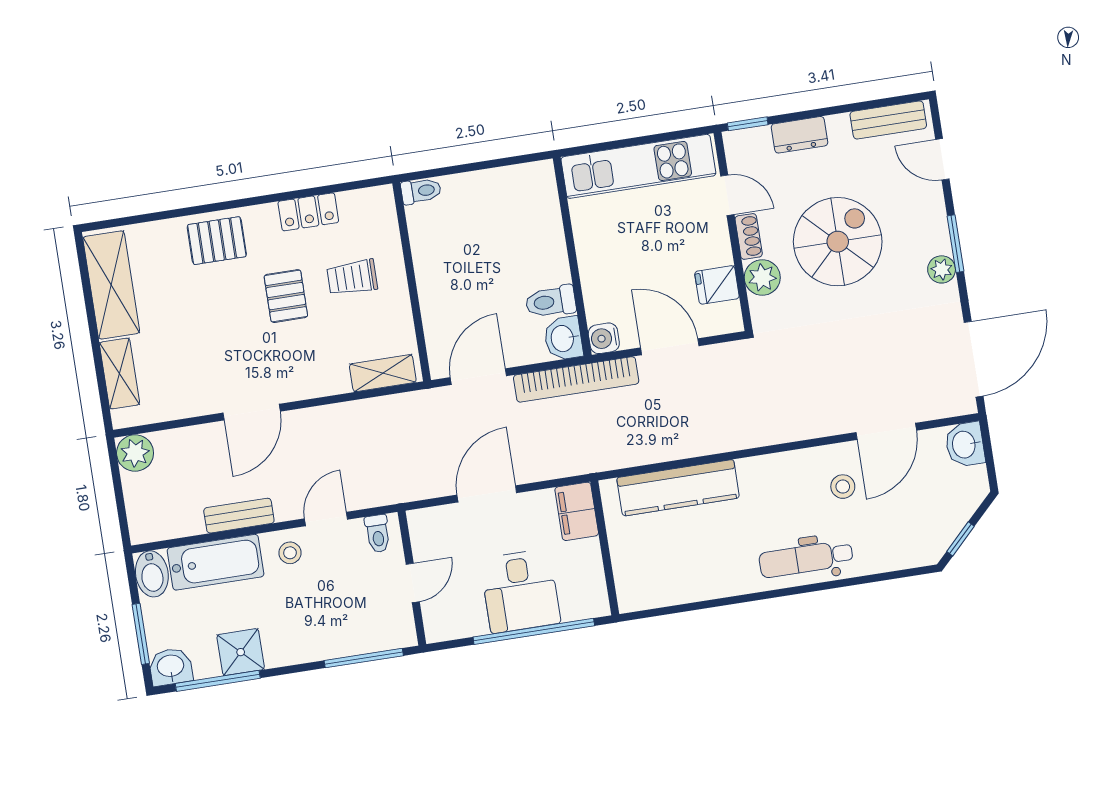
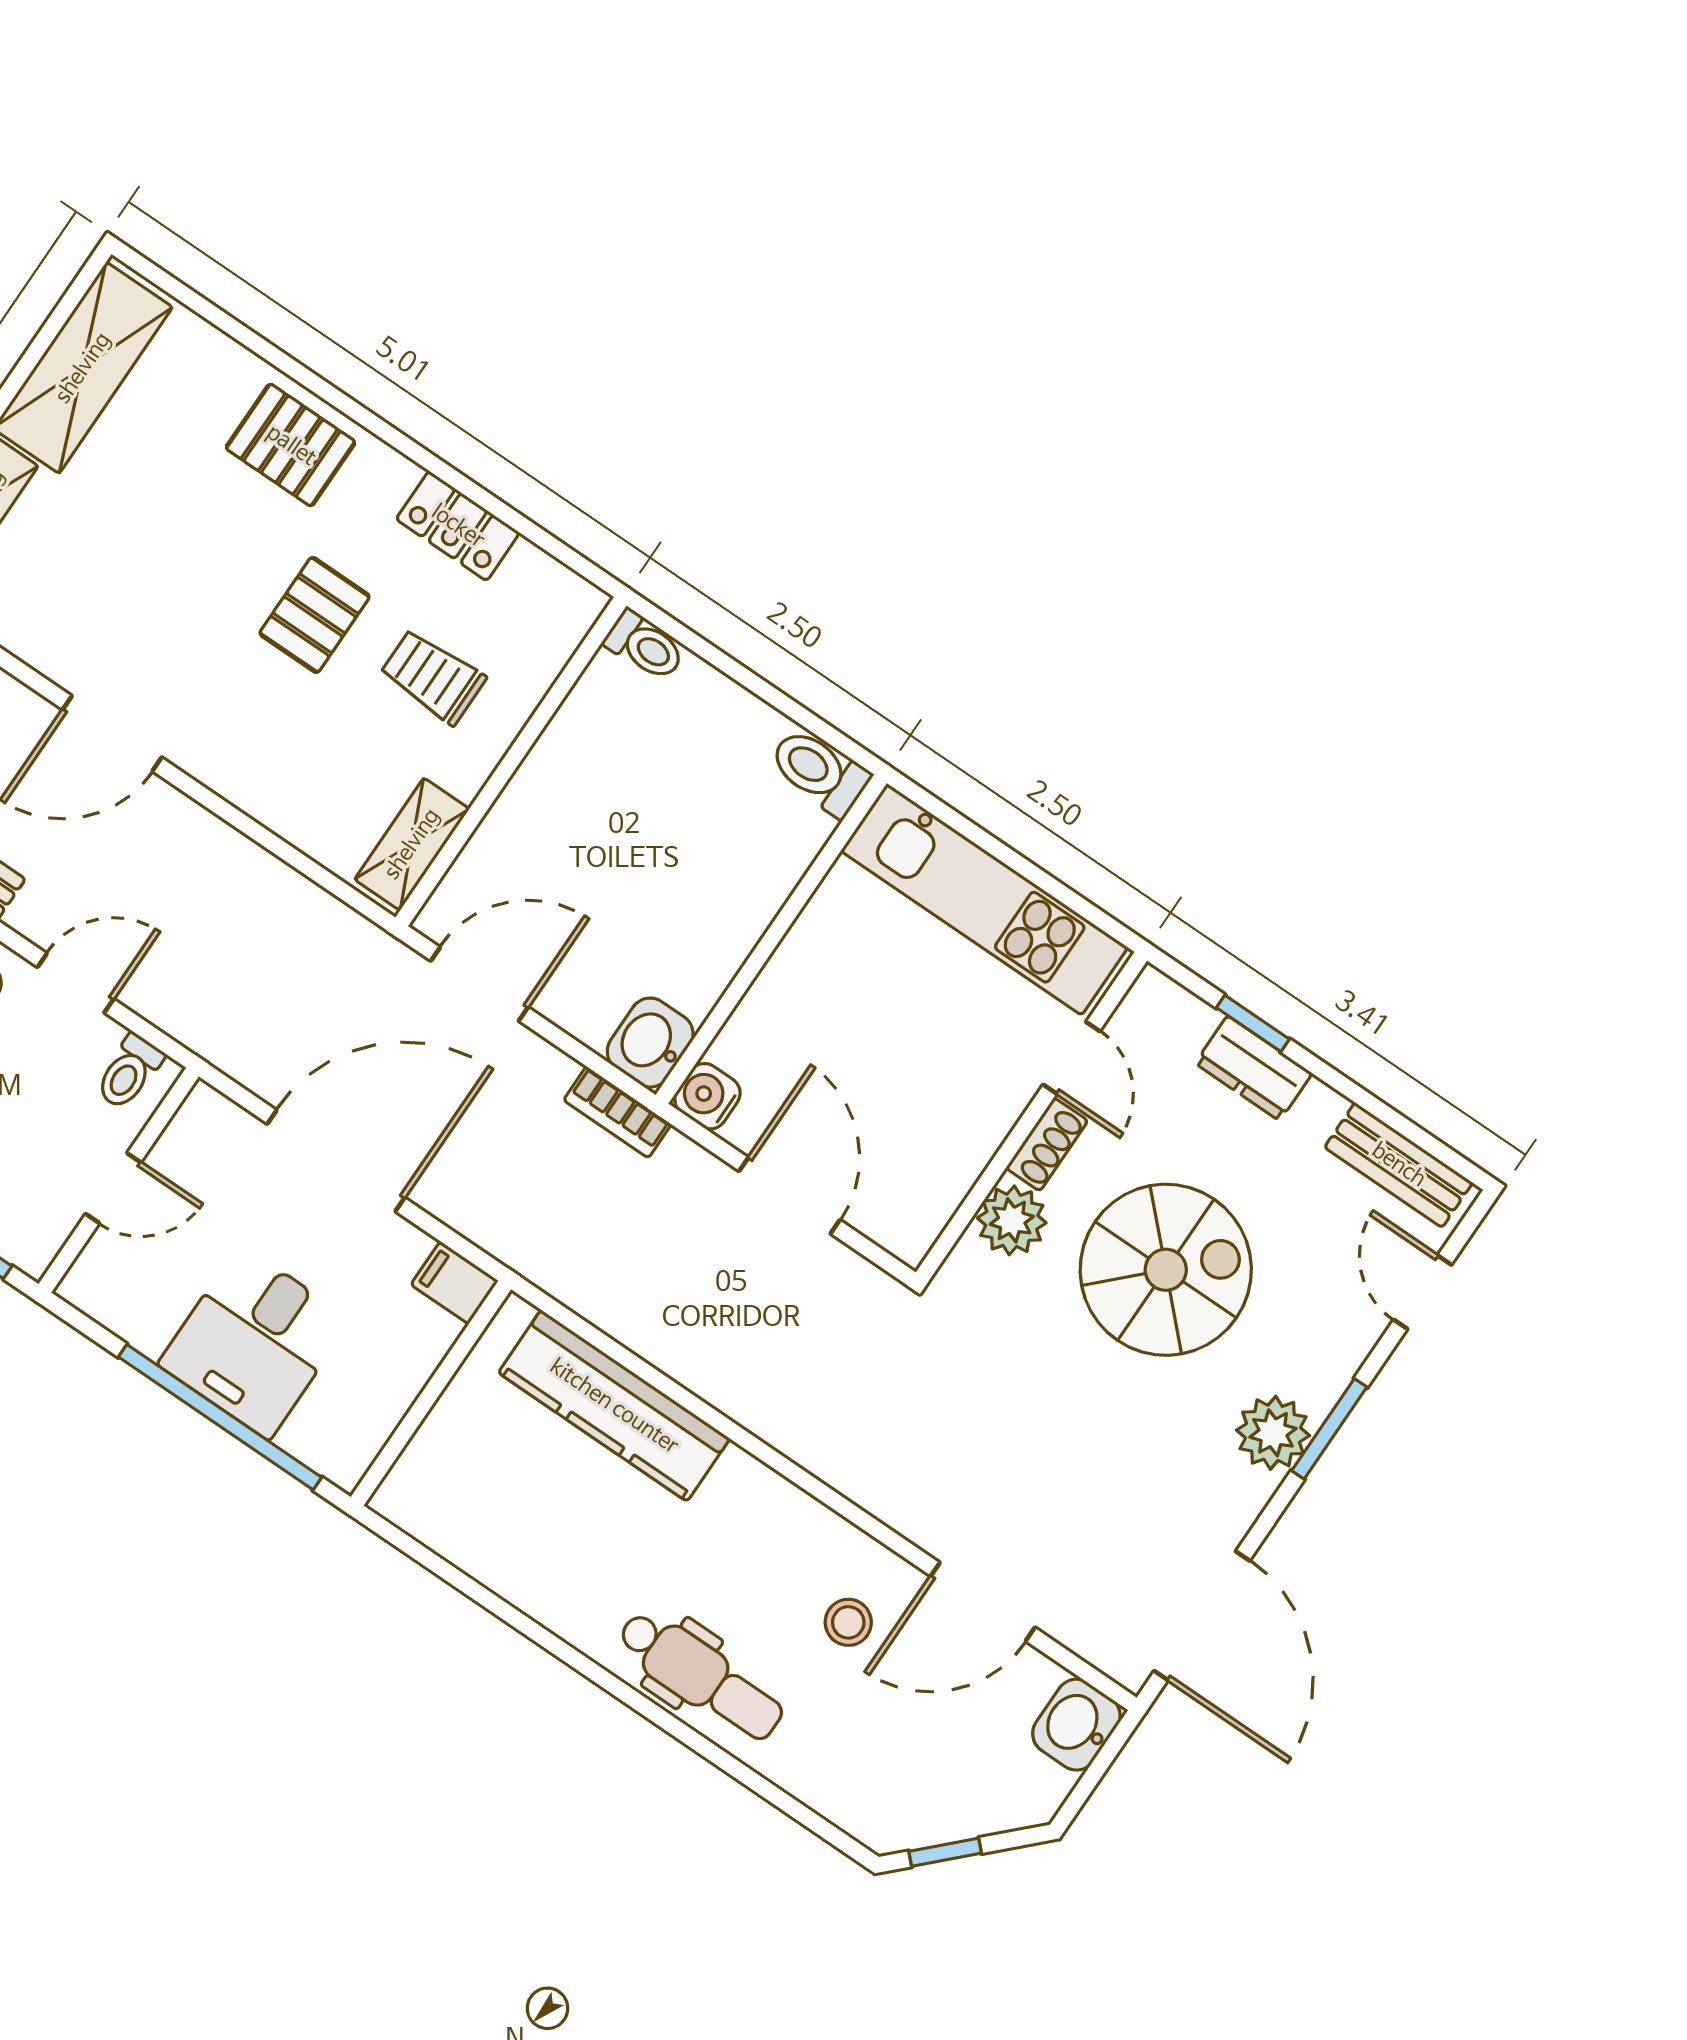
window: (748, 124) -> (1253, 1023), moved
plant: (942, 269) -> (1273, 1433), width x1.38, depth x1.38
fridge: (717, 285) -> (938, 1171), removed
toilet: (551, 302) -> (819, 772), moved
door: (974, 359) -> (1202, 1616), hinge flipped
shelving: (383, 373) -> (412, 844), moved, turned 90
bookcase: (576, 379) -> (617, 1112), width x0.43, depth x0.76
door: (487, 494) -> (336, 1161), width x1.36
filing cabinet: (577, 511) -> (454, 1283), width x0.50
dental chair: (806, 559) -> (700, 1676), turned 180

